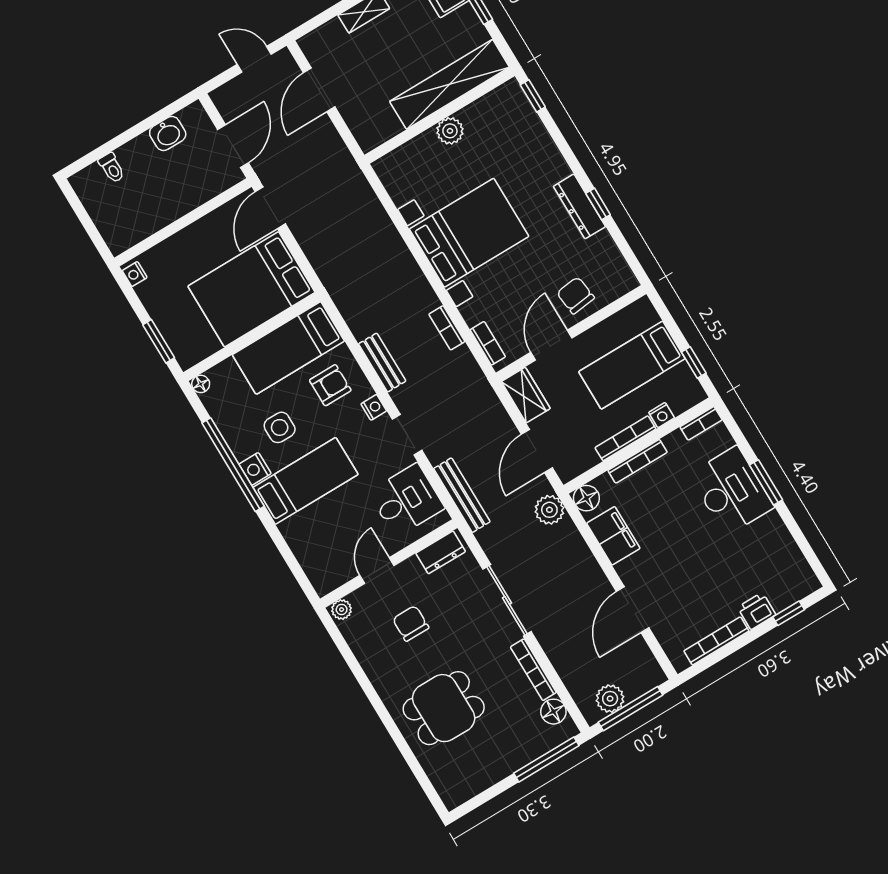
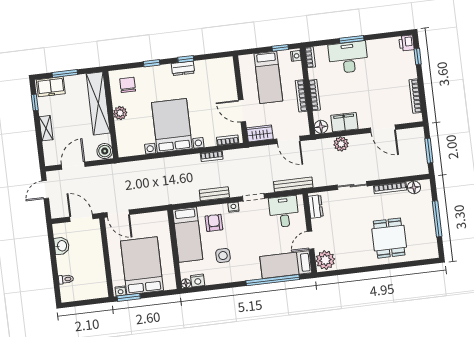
door: (319, 90) -> (73, 166), swing flipped
window: (533, 96) -> (152, 63), moved
boiler: (370, 134) -> (105, 151), added
dresser: (579, 206) -> (183, 68), width x0.70
bed: (252, 289) -> (142, 266), moved, turned 180
chair: (576, 295) -> (128, 85), moved, turned 97
window: (159, 341) -> (129, 297), moved
nightstand: (662, 415) -> (296, 56), moved
window: (233, 465) -> (273, 280), moved
nightstand: (255, 469) -> (198, 281), moved
bed: (305, 481) -> (286, 265), moved, turned -90
plant: (549, 510) -> (341, 144), moved
door: (377, 570) -> (311, 240), hinge flipped
sliding door: (507, 600) -> (352, 186), width x0.73
plant: (342, 610) -> (325, 260), width x1.87, depth x1.87
printer: (757, 611) -> (407, 43), moved
chair: (411, 623) -> (342, 236), removed
plant: (610, 699) -> (420, 158), removed
window: (630, 709) -> (429, 151), width x0.69
window: (546, 759) -> (437, 219), moved

